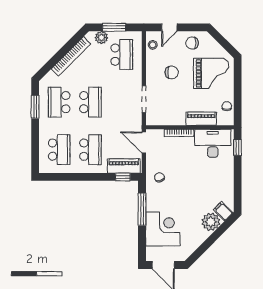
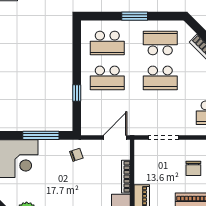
window: (35, 107) -> (135, 16), moved
piano: (124, 166) -> (89, 115), removed
window: (123, 177) -> (77, 93), moved

